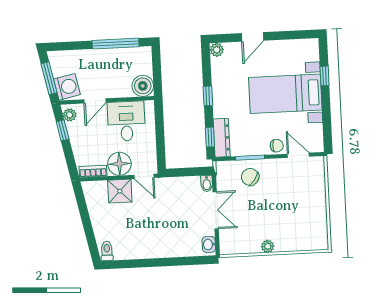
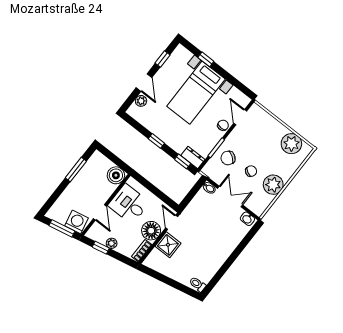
window: (290, 35) -> (162, 59), added
window: (116, 44) -> (76, 170), width x0.69
plant: (217, 50) -> (141, 101), moved
plant: (70, 115) -> (112, 243), moved
dresser: (222, 138) -> (193, 158), width x0.70
door: (298, 155) -> (240, 117), hinge flipped
door: (144, 176) -> (172, 222), swing flipped
chair: (256, 209) -> (251, 171), added
plant: (315, 225) -> (291, 144), added
plant: (268, 246) -> (273, 185), width x1.88, depth x1.88

